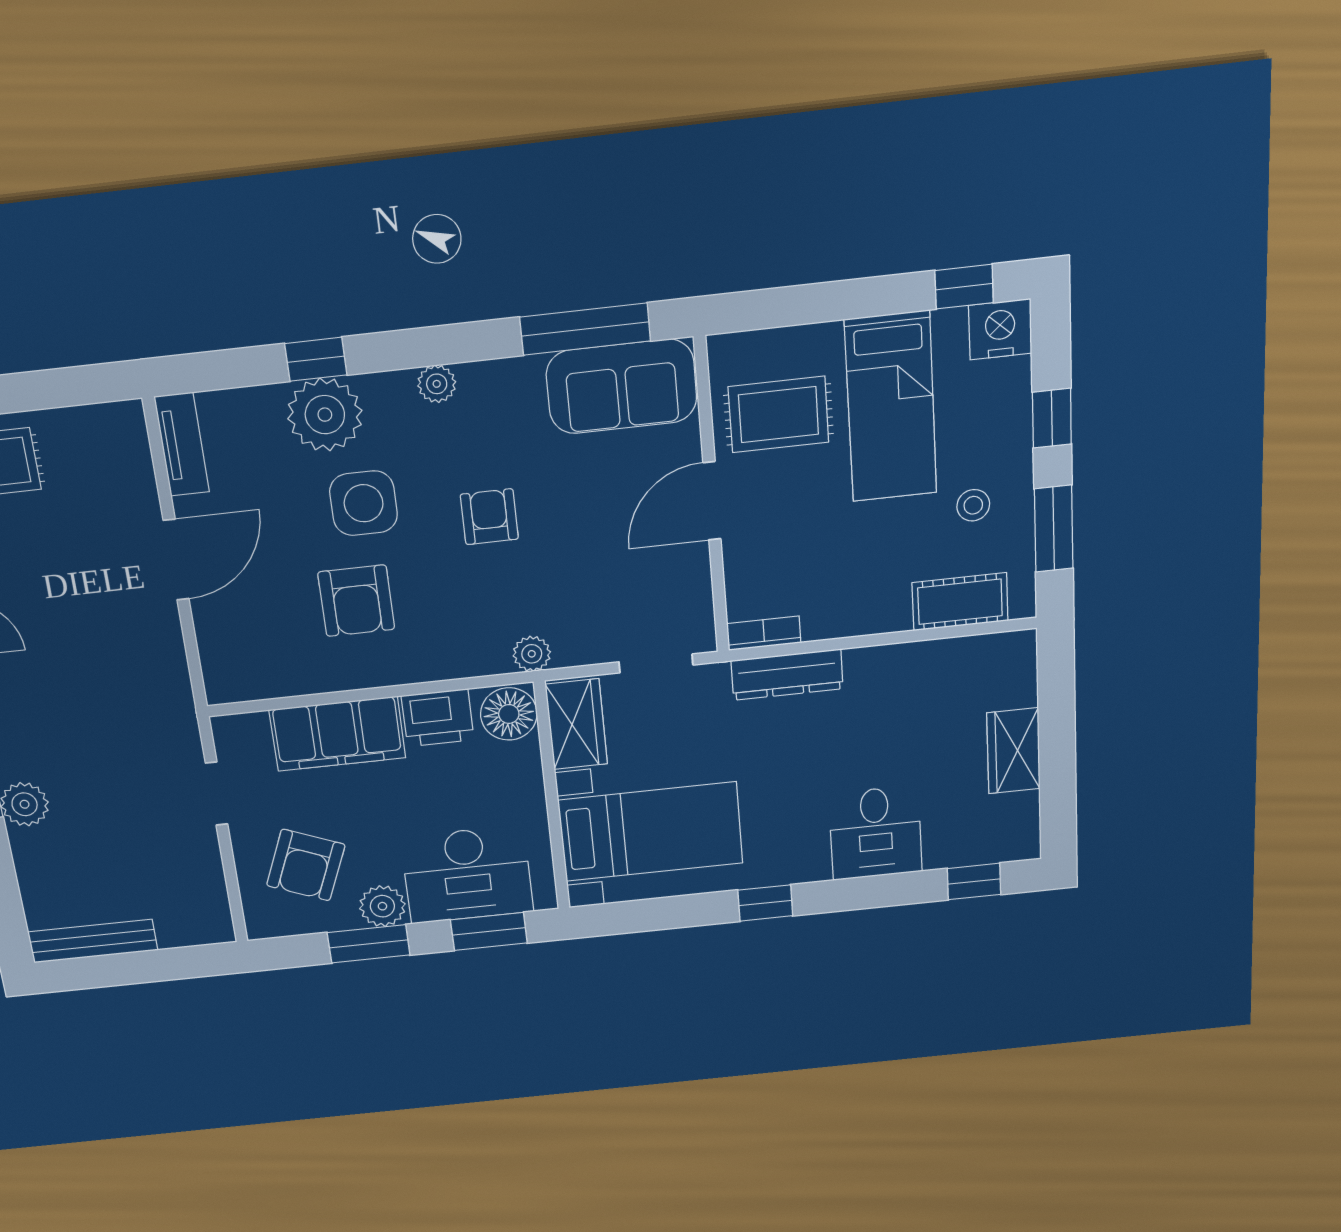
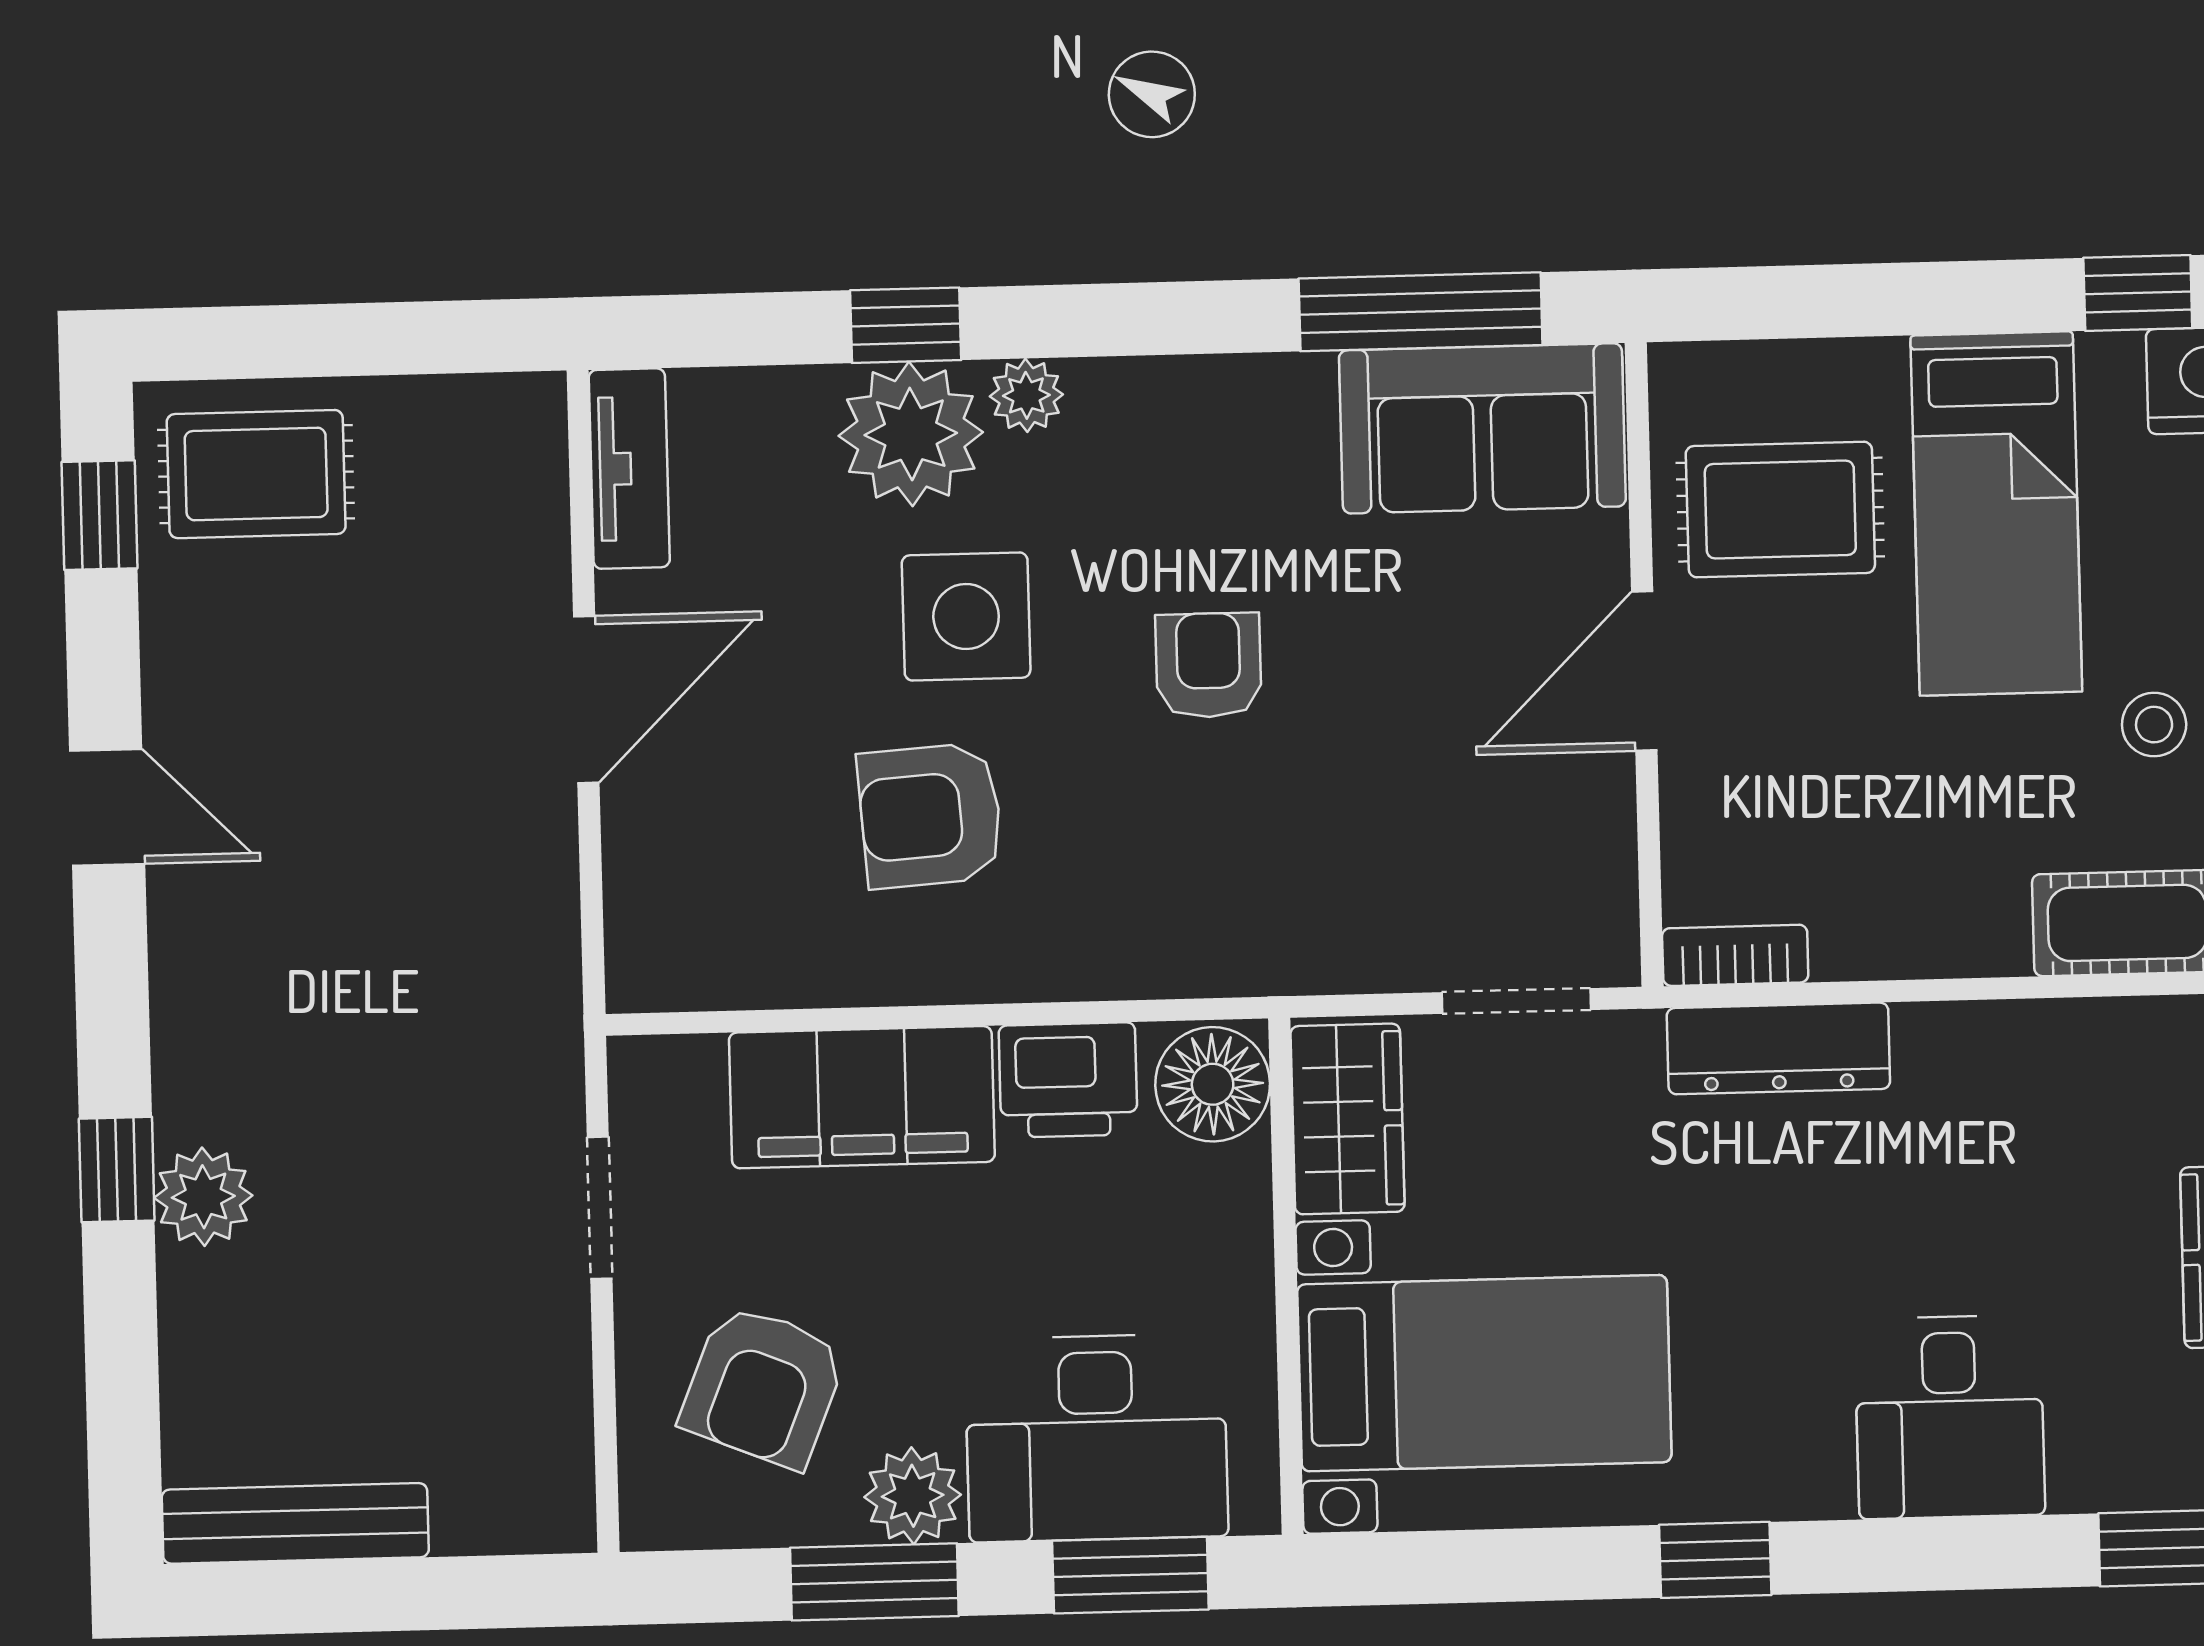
plant: (437, 384) -> (1026, 395), moved
armchair: (356, 601) -> (930, 815), turned 86
plant: (532, 654) -> (1269, 958), removed

